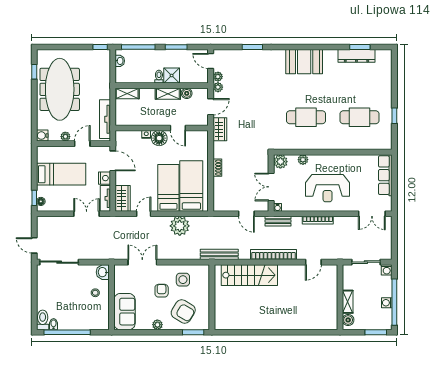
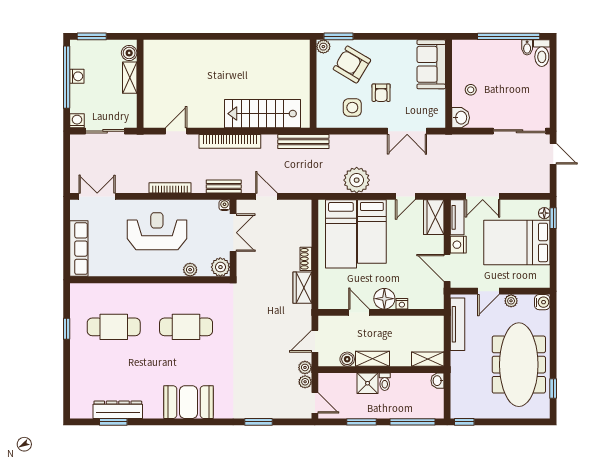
washbasin: (120, 61) -> (438, 381), moved
wardrobe: (220, 129) -> (302, 288), moved
bed: (61, 174) -> (517, 242), width x1.50
plant: (157, 325) -> (323, 47), moved

